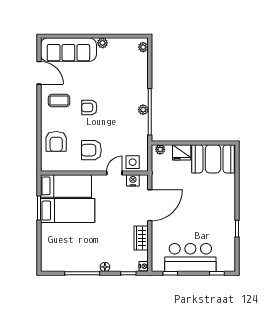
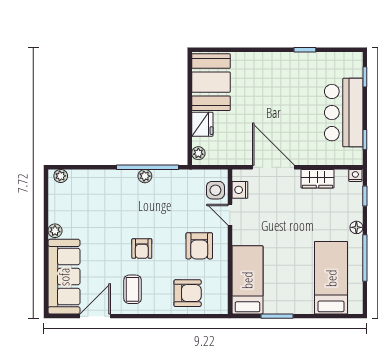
bed: (68, 211) -> (331, 278), moved

